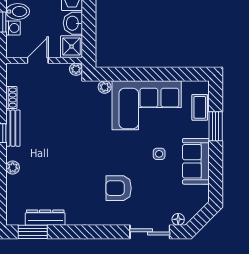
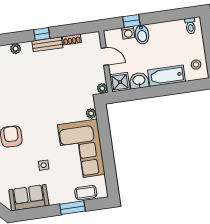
sofa: (196, 161) -> (29, 198), moved

